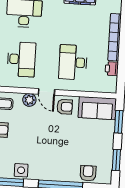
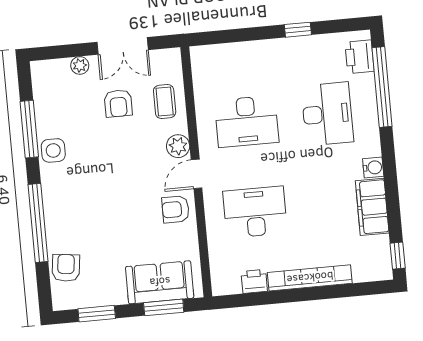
armchair: (65, 107) -> (176, 209), turned 90
sofa: (97, 108) -> (160, 282), moved, turned 90
armchair: (88, 173) -> (66, 268), turned -83

